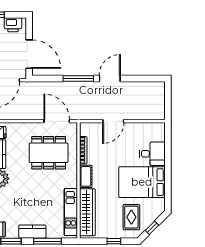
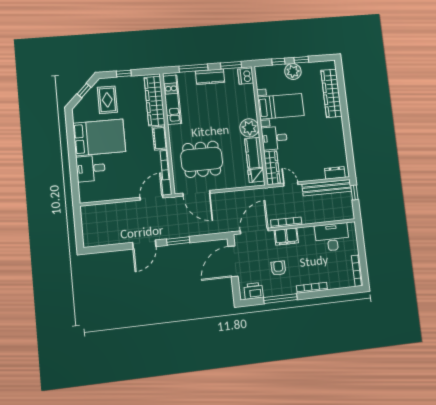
door: (29, 54) -> (233, 261), hinge flipped
window: (78, 78) -> (178, 241), width x0.69
door: (113, 121) -> (151, 198), moved

